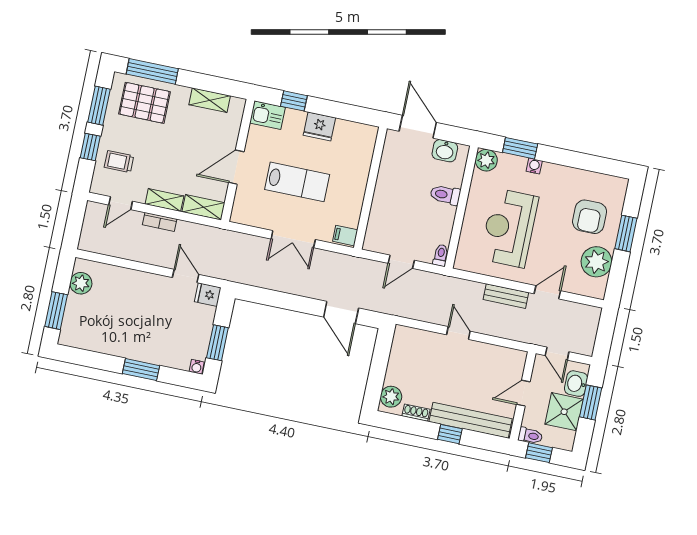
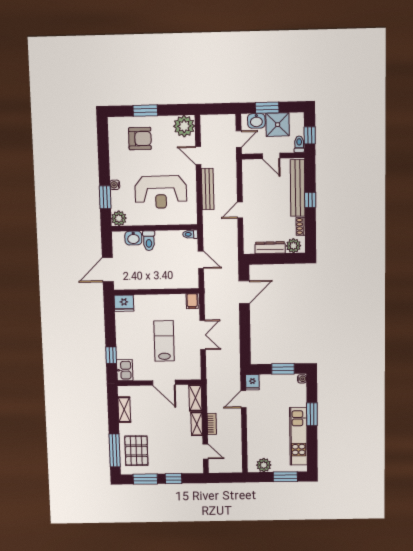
fridge: (319, 126) -> (124, 303), moved, turned 90
washbasin: (445, 151) -> (133, 238), moved, turned 90
trolley: (119, 162) -> (179, 458), removed
plant: (596, 262) -> (184, 126), moved
bench: (506, 296) -> (208, 189), width x1.36
kitchen unit: (113, 343) -> (298, 436), added
dresser: (396, 363) -> (270, 248), added

